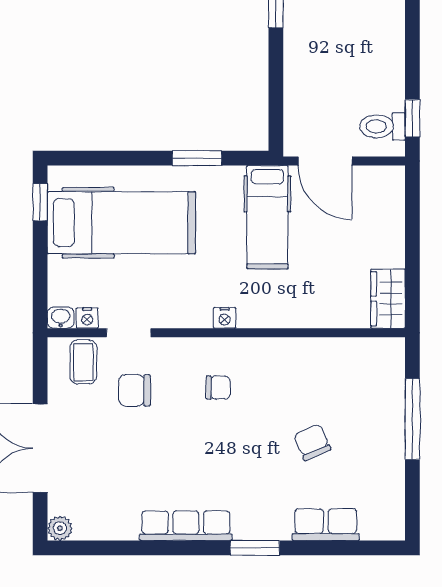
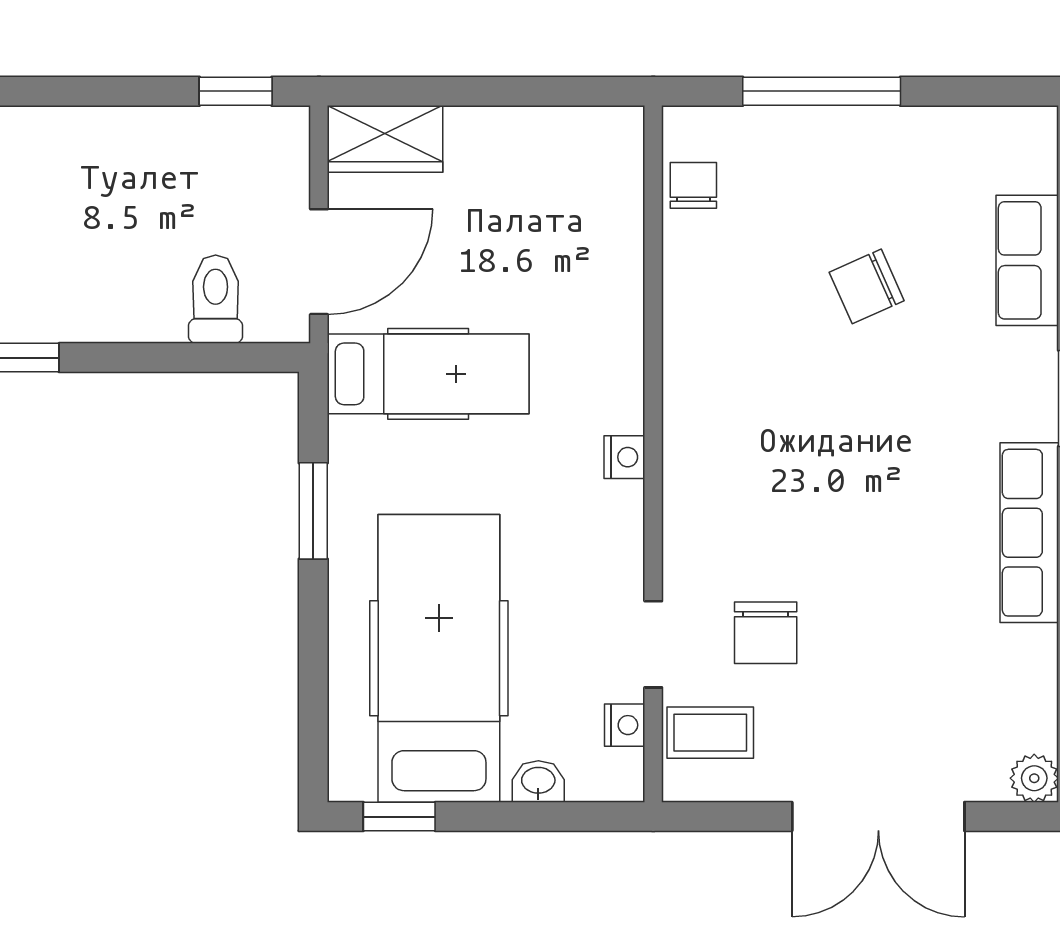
toilet: (383, 126) -> (216, 299), moved, turned 180
wardrobe: (388, 299) -> (385, 139), moved
washbasin: (61, 318) -> (538, 782), moved, turned 90
chair: (218, 388) -> (693, 185), moved

